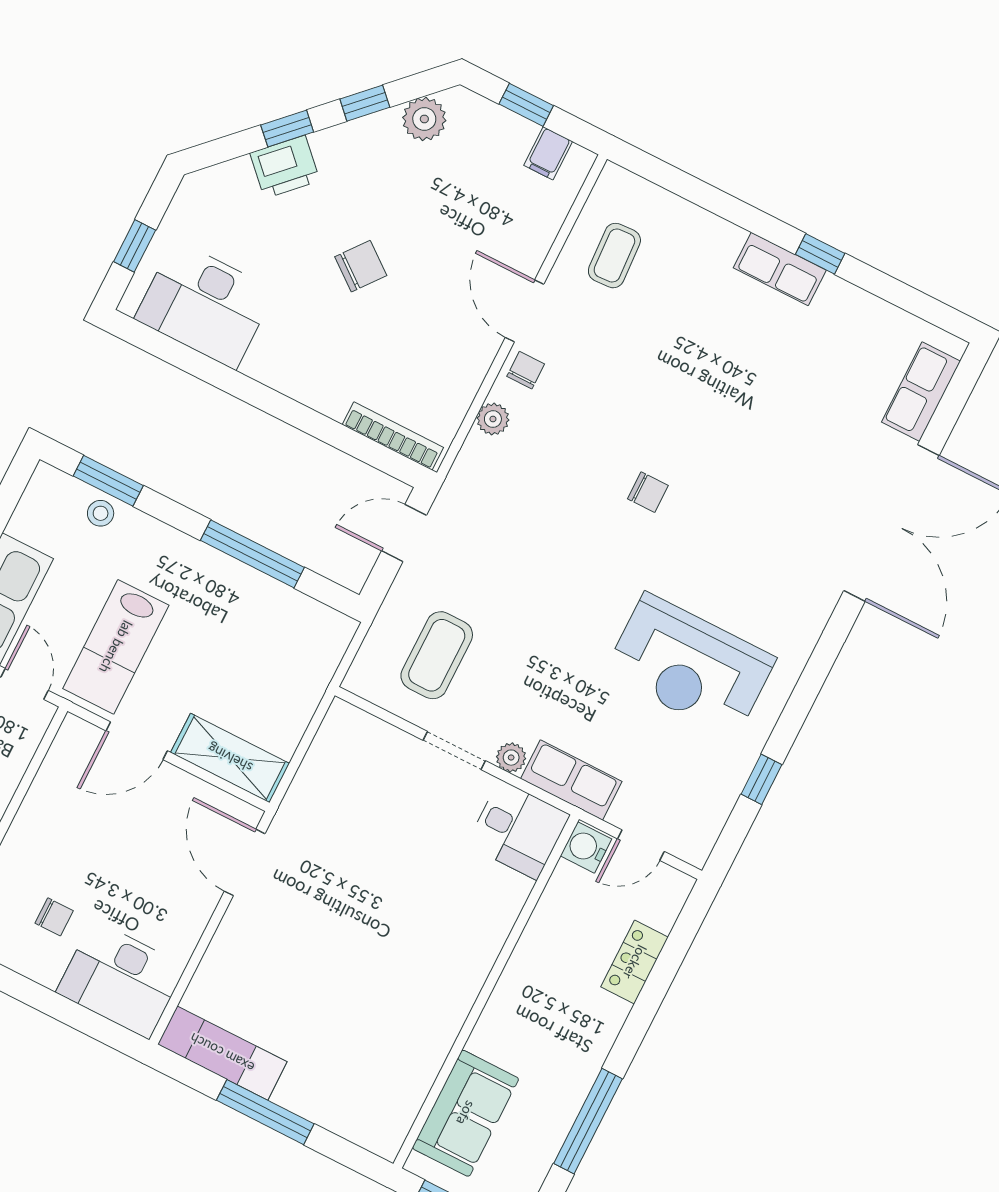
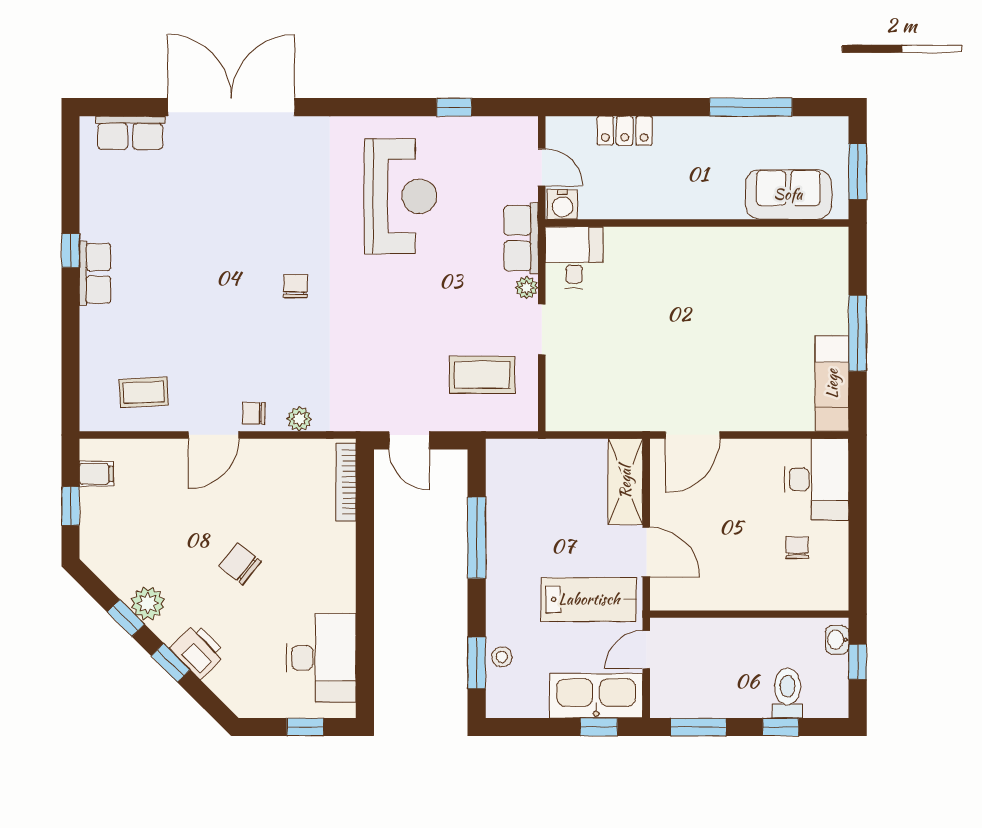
plant: (424, 119) -> (148, 603), moved

